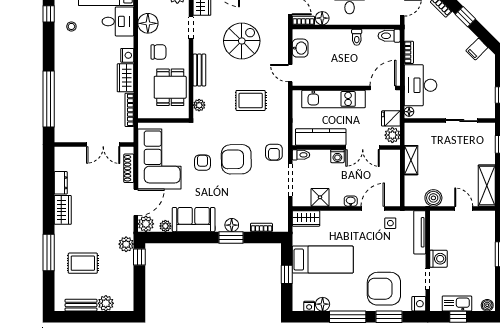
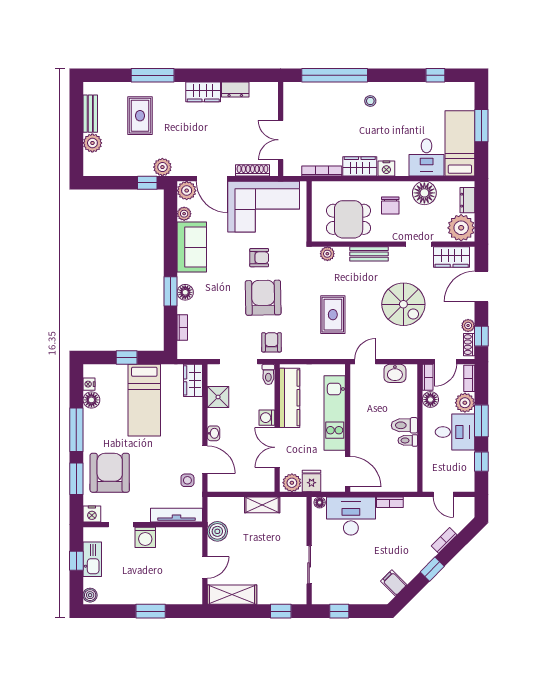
stool: (71, 26) -> (370, 101), moved
toilet: (389, 36) -> (404, 425), moved, turned -90
armchair: (274, 152) -> (271, 342), turned 90

